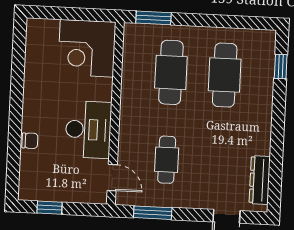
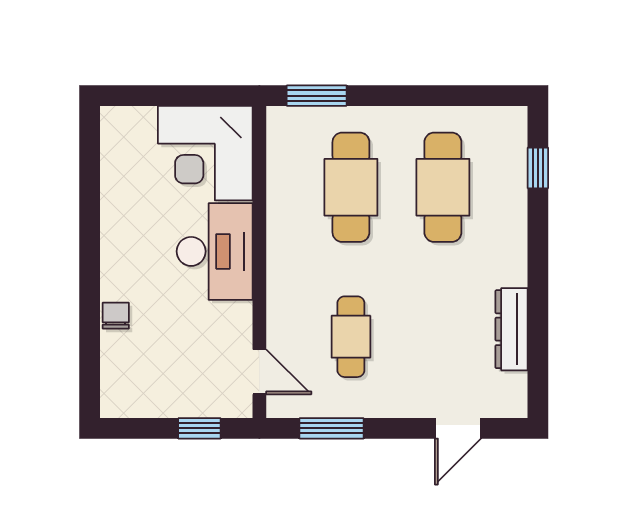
desk: (88, 130) -> (215, 251), moved
chair: (30, 141) -> (116, 316), turned -90
dresser: (260, 180) -> (512, 329), moved
window: (50, 208) -> (199, 428), moved

